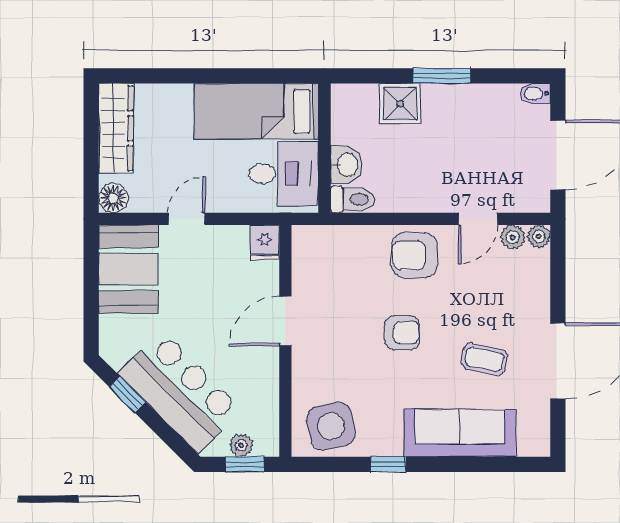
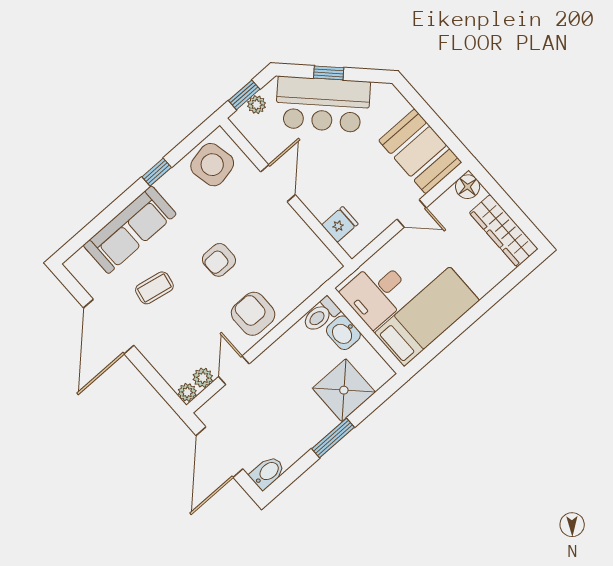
bidet: (536, 93) -> (267, 473), width x1.38, depth x1.36
shower: (400, 104) -> (344, 390), width x1.36, depth x1.36
door: (187, 219) -> (412, 213), hinge flipped
fridge: (265, 242) -> (340, 224), moved, turned 90
armchair: (414, 255) -> (253, 314), turned -90
door: (285, 321) -> (278, 183), moved
window: (128, 395) -> (329, 73), moved

